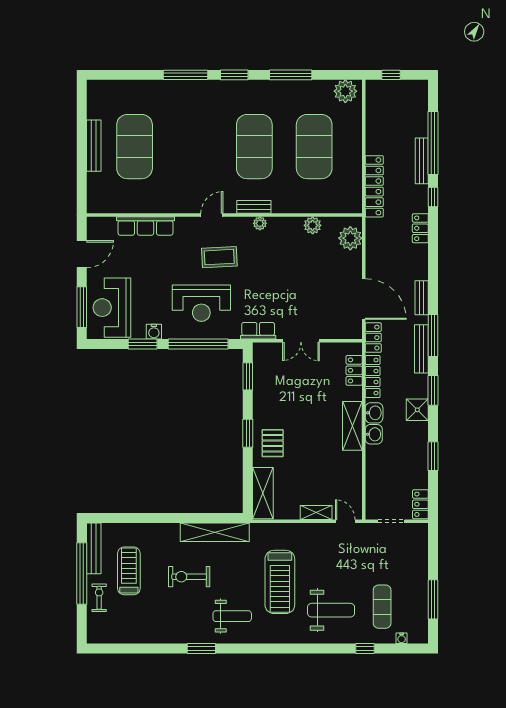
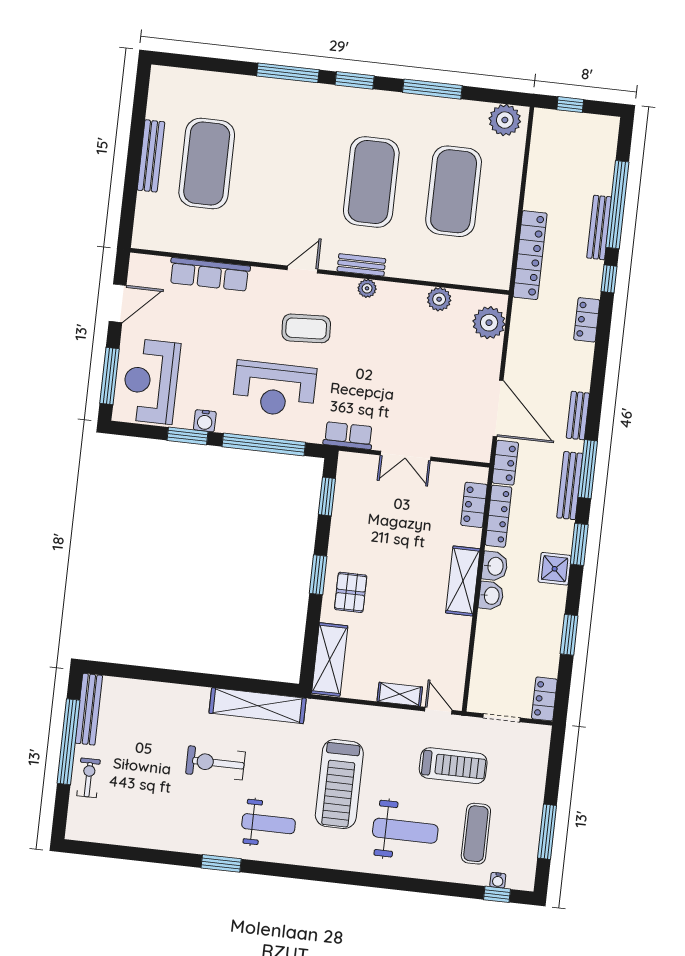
treadmill: (129, 571) -> (453, 766), moved, turned 90
window: (365, 648) -> (497, 894), moved

